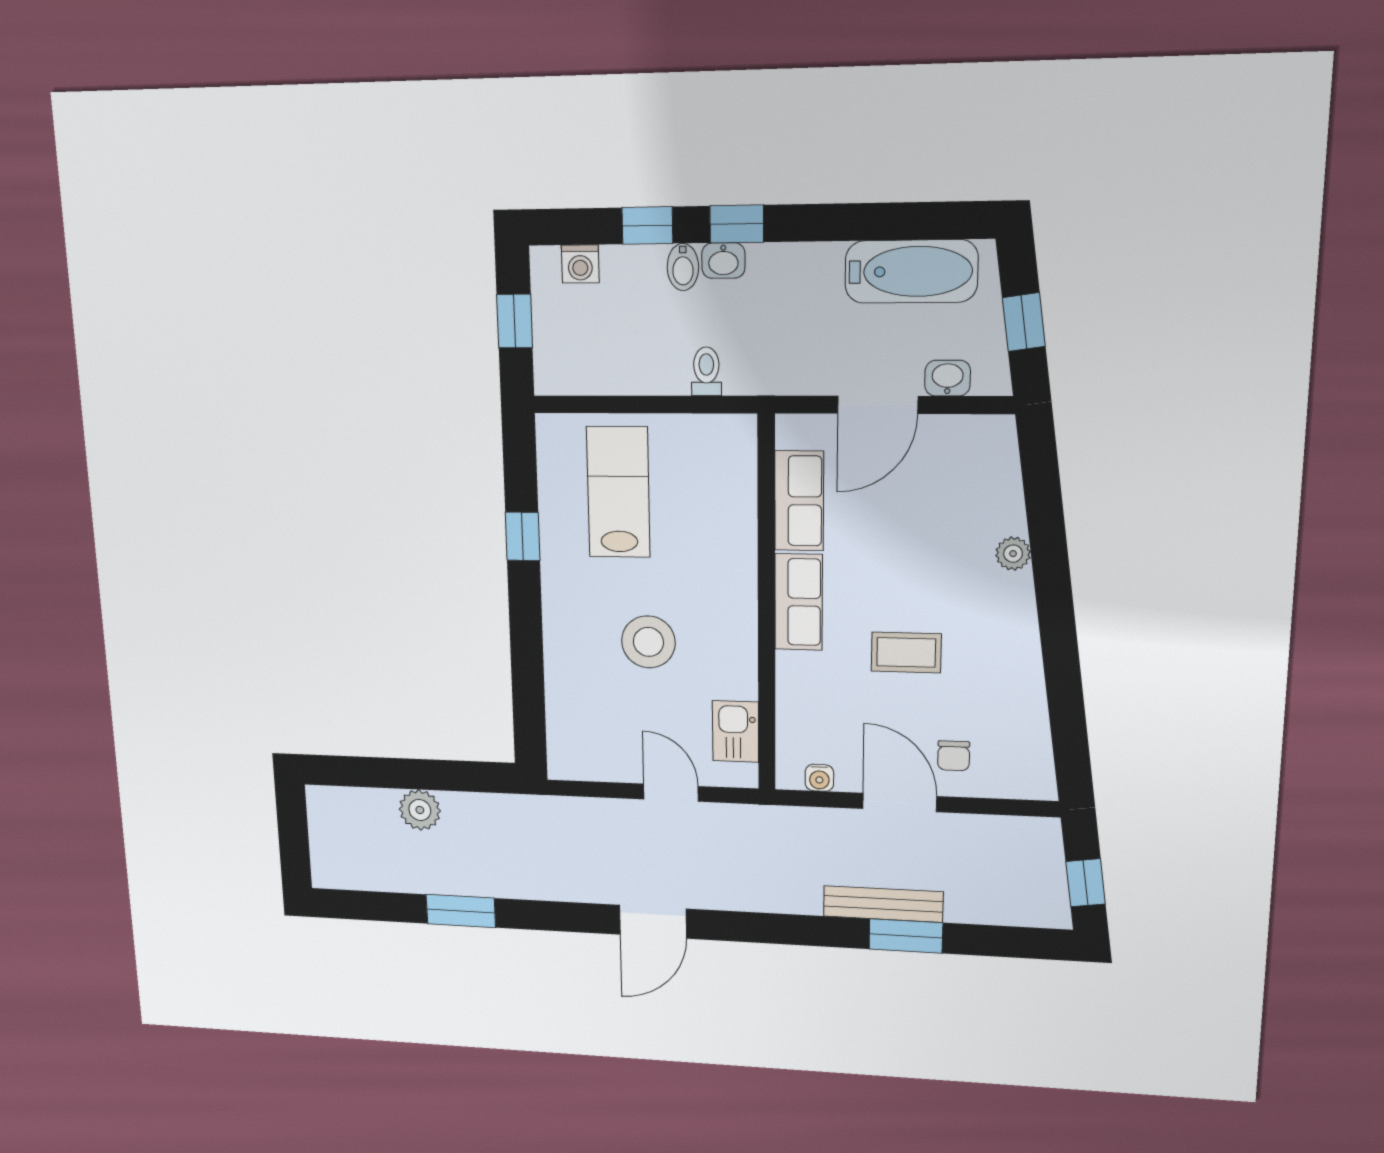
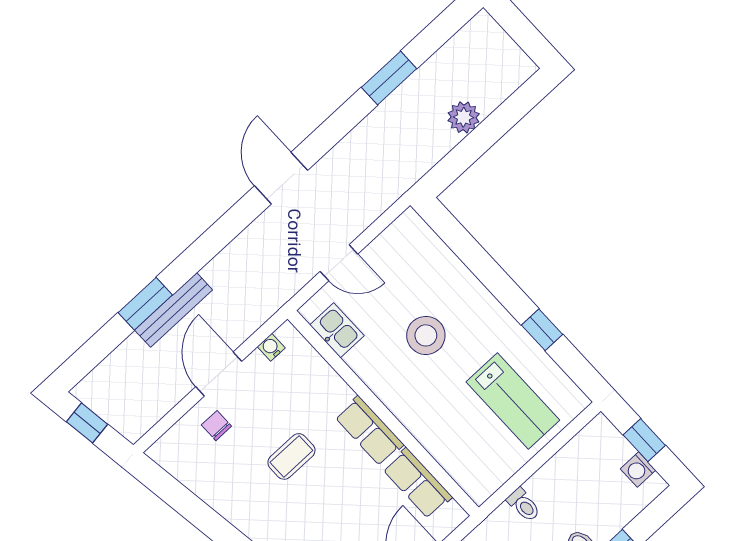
washing machine: (580, 264) -> (638, 470), moved, turned -90
door: (900, 802) -> (219, 374), swing flipped

